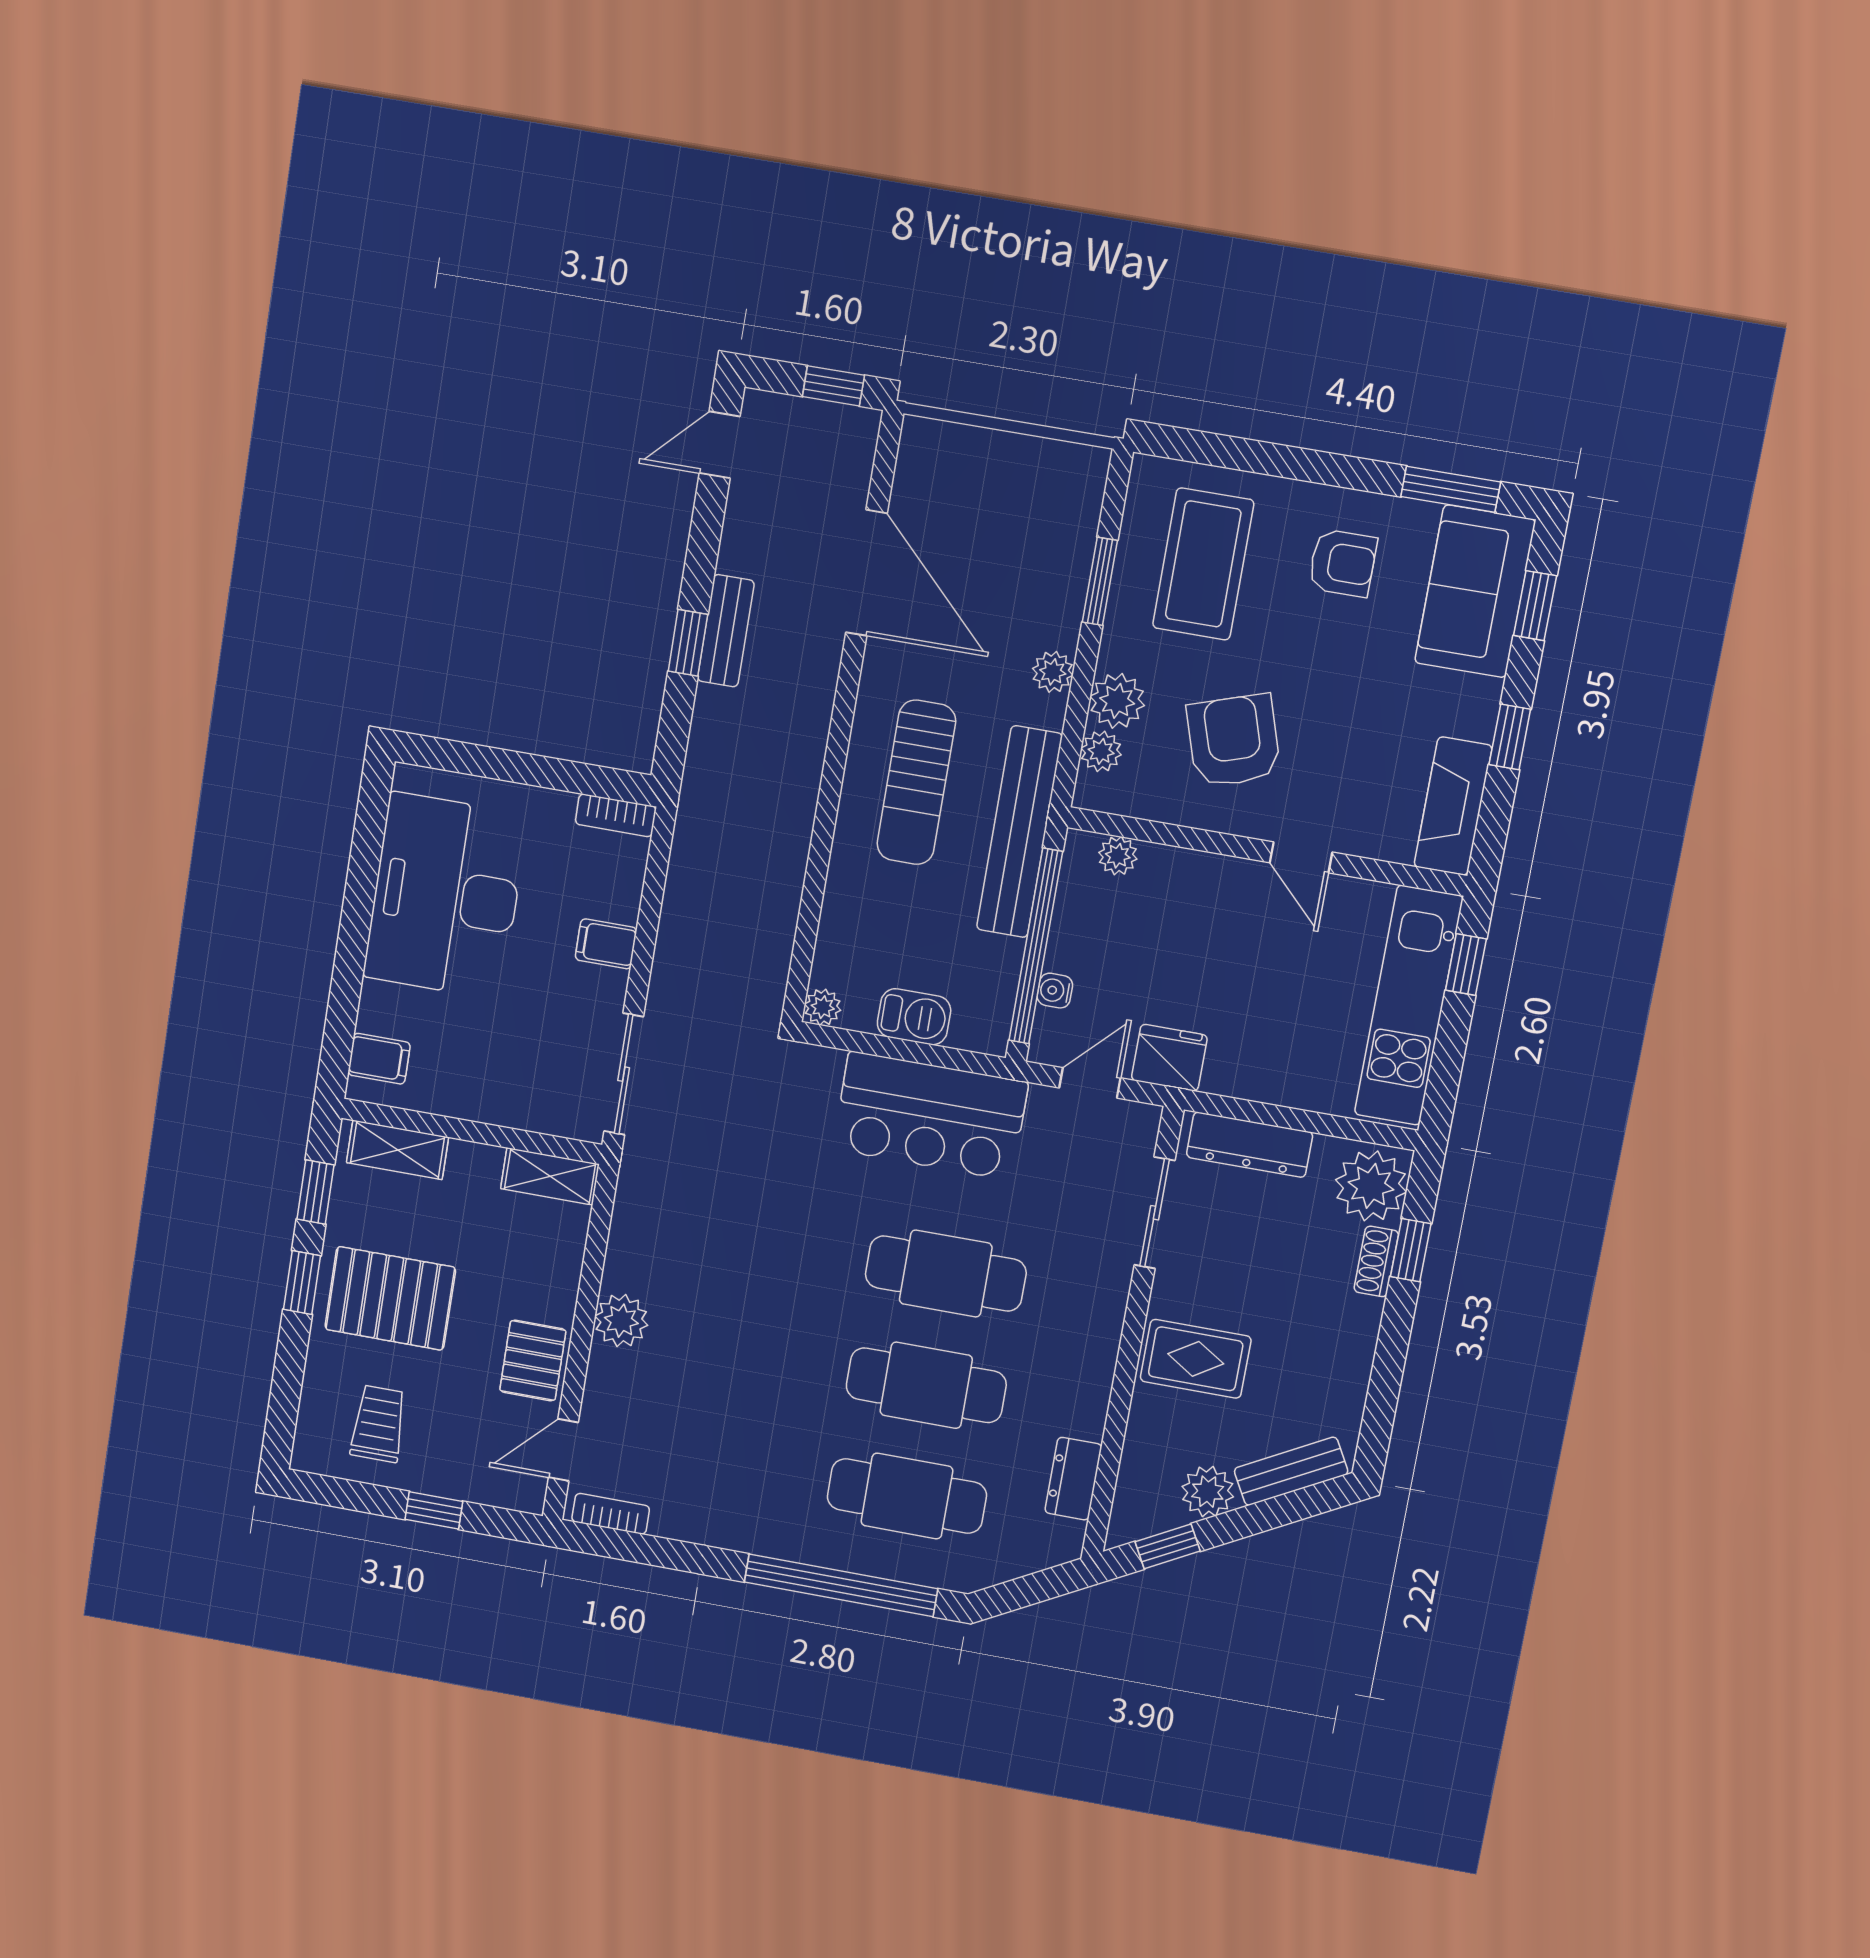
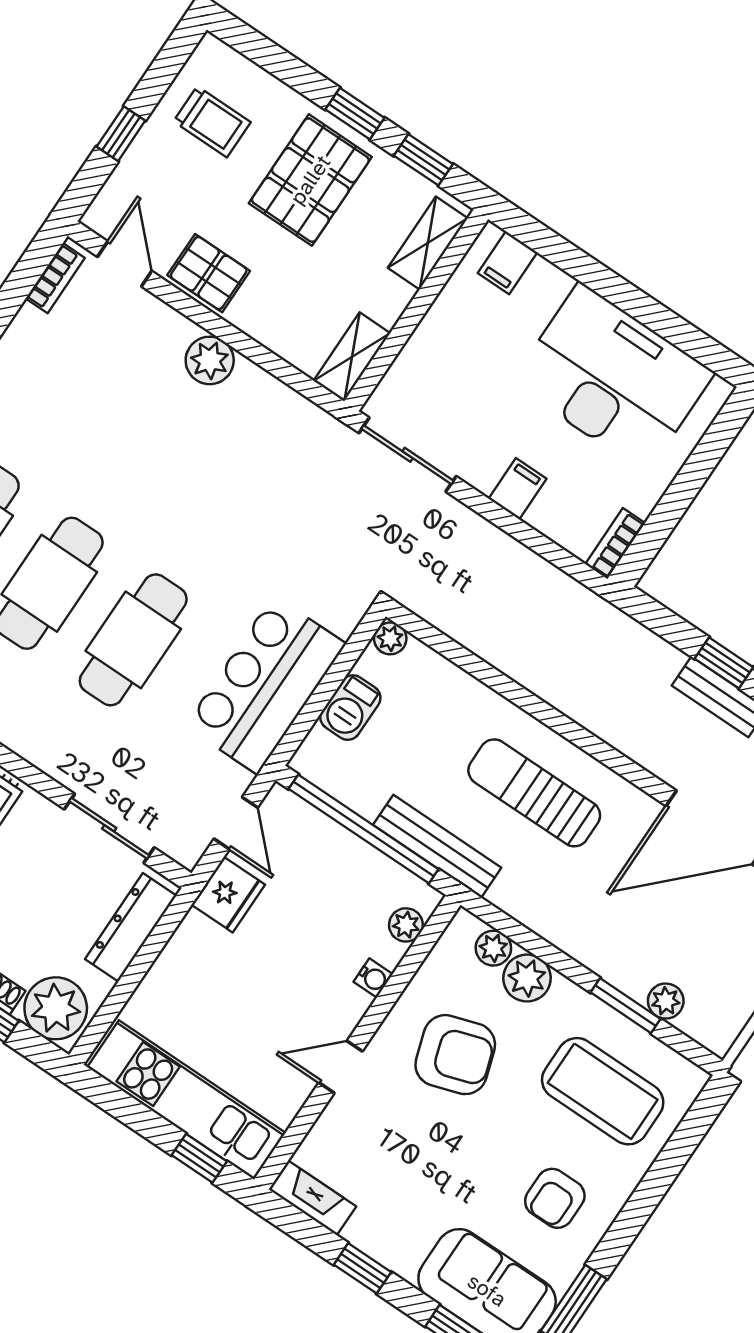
plant: (1053, 672) -> (666, 1001), moved
fireplace: (1453, 806) -> (312, 1198), width x0.73, depth x0.76
bench: (1019, 832) -> (437, 846), width x0.73, depth x0.82
water cooler: (1055, 991) -> (373, 978), moved, turned 90

